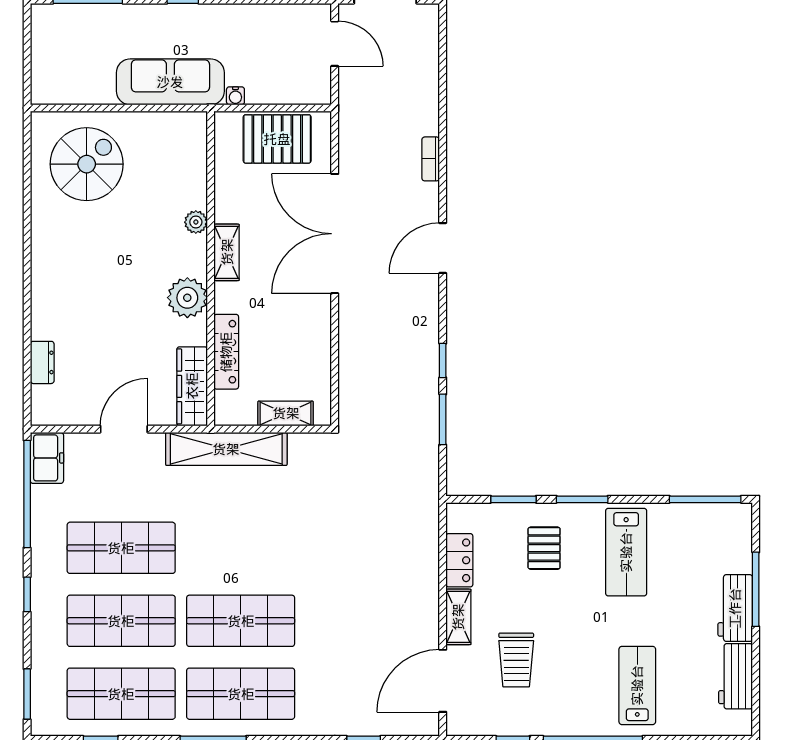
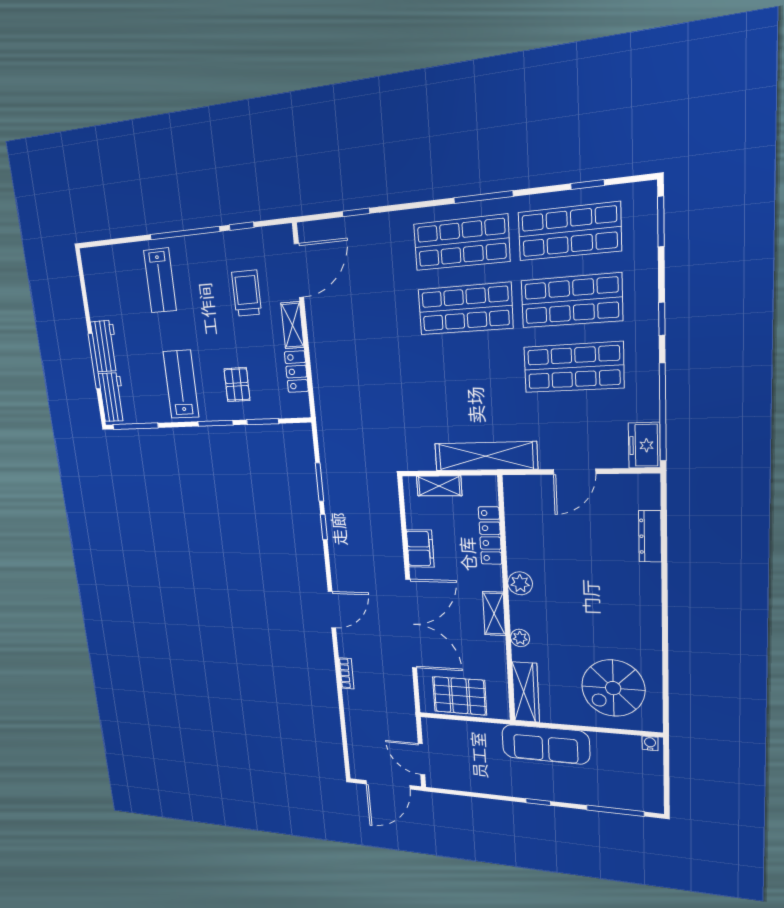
water cooler: (235, 96) -> (650, 743), moved
plant: (187, 298) -> (520, 583), width x0.73, depth x0.73
filing cabinet: (315, 334) -> (420, 549), added
dresser: (42, 362) -> (650, 536), width x1.44
wardrobe: (192, 386) -> (526, 692), moved
workbench: (736, 676) -> (112, 397), moved

